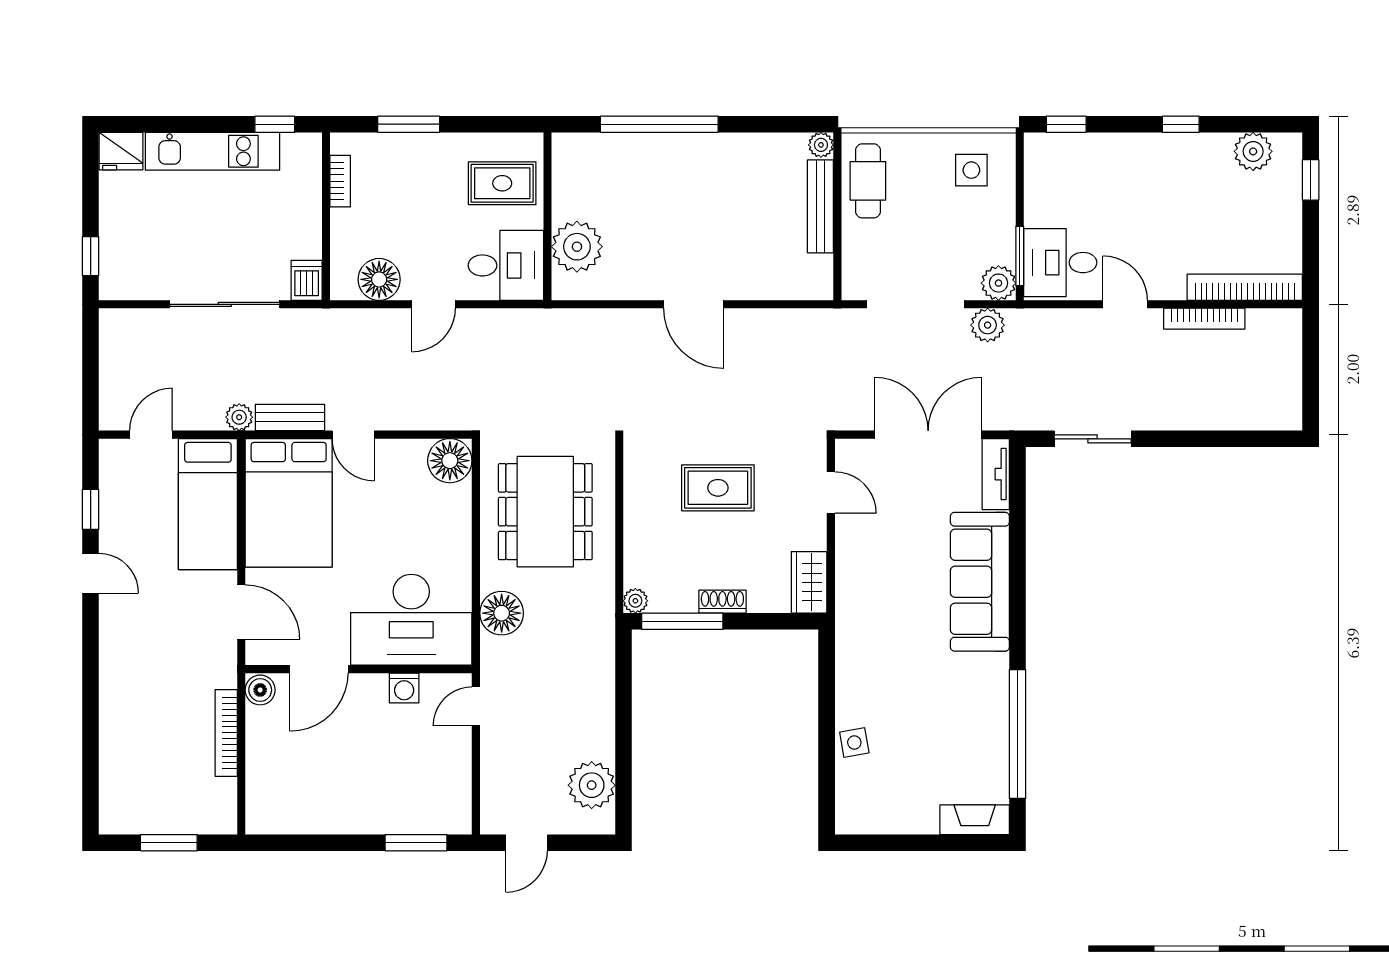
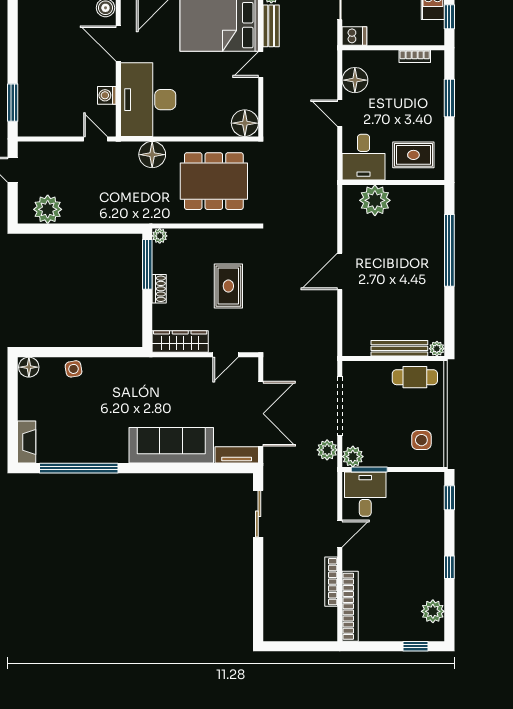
rug: (502, 183) -> (413, 155), turned 90
wardrobe: (809, 582) -> (180, 341), width x1.50
floor lamp: (851, 816) -> (29, 367), added

